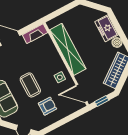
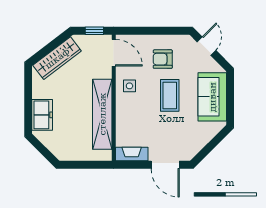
boiler: (117, 42) -> (39, 91), removed

